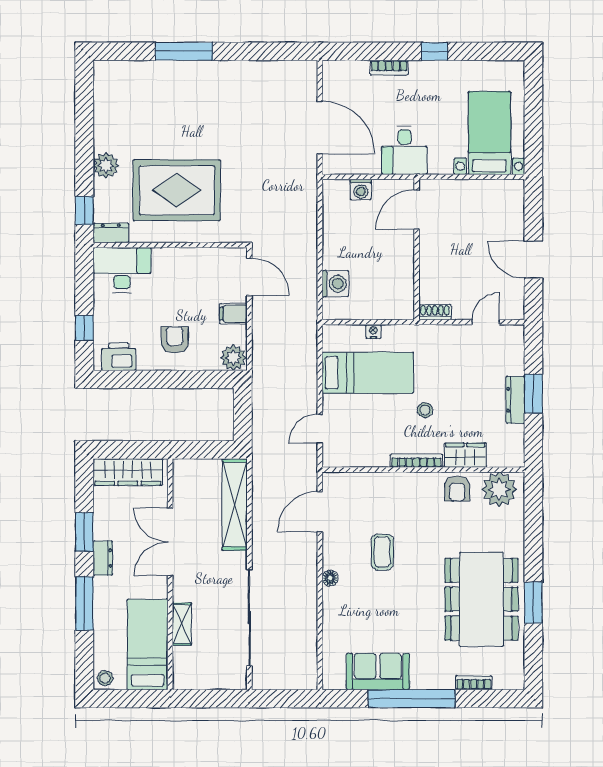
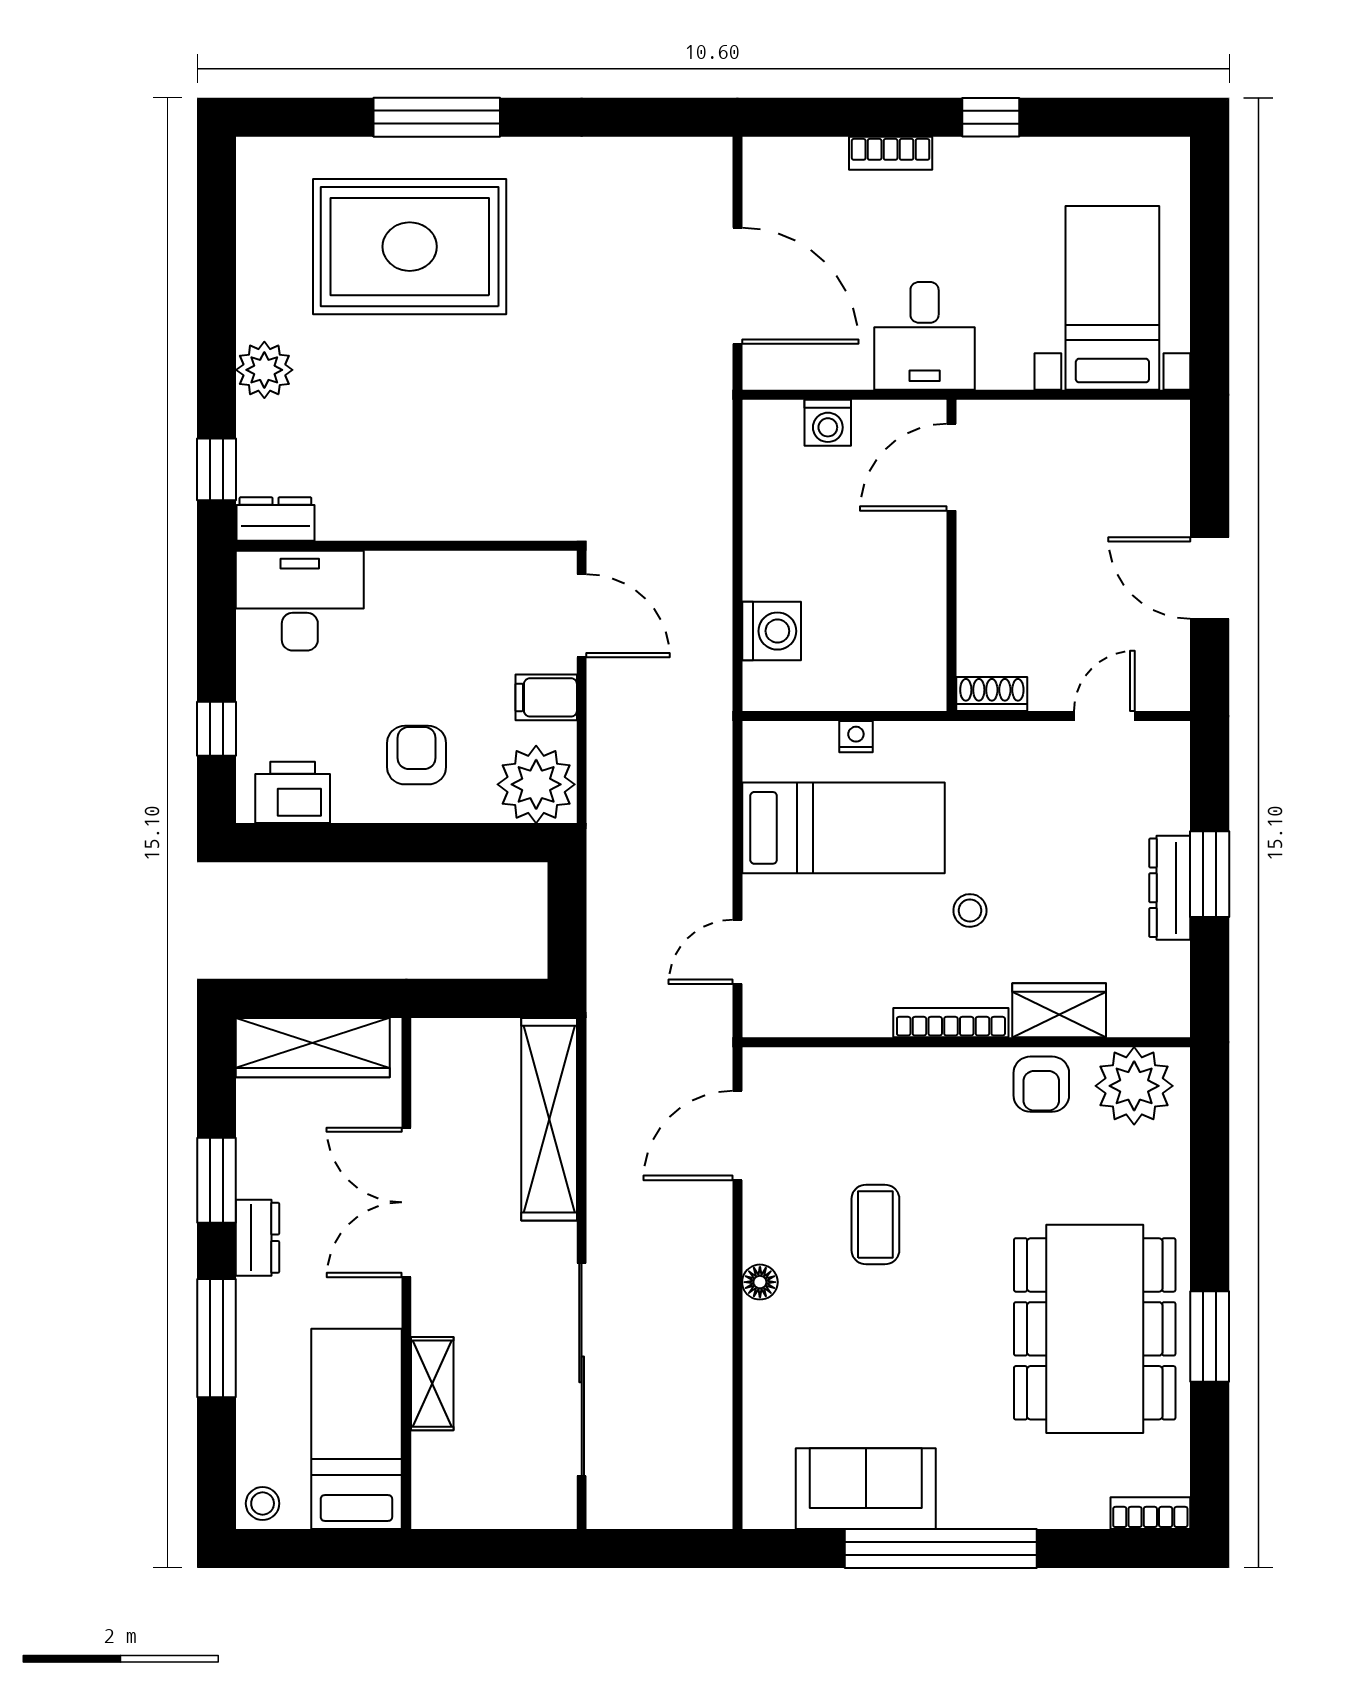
rug: (177, 190) -> (410, 247), moved
plant: (233, 358) -> (536, 784), width x1.36, depth x1.36
bookcase: (474, 683) -> (1150, 1513), moved

